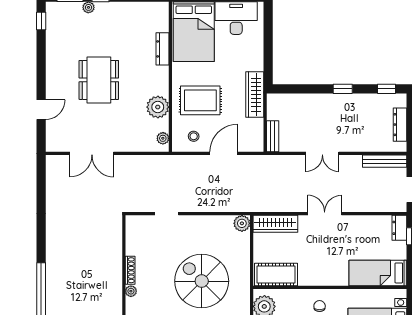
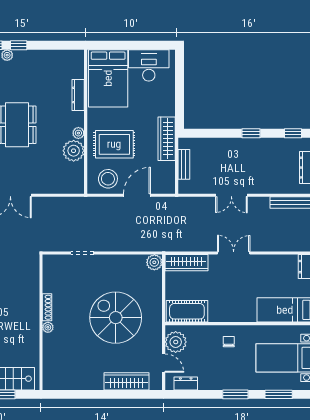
stool: (194, 136) -> (108, 179), width x1.89, depth x1.89
bench: (273, 136) -> (184, 164), moved
plant: (163, 138) -> (78, 133), moved

